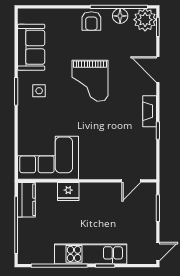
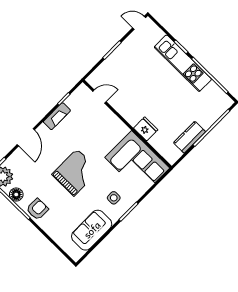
corner sofa: (48, 158) -> (137, 163), moved
wall: (87, 181) -> (127, 124), moved
door: (131, 181) -> (99, 96), moved
fridge: (68, 192) -> (146, 129), moved

